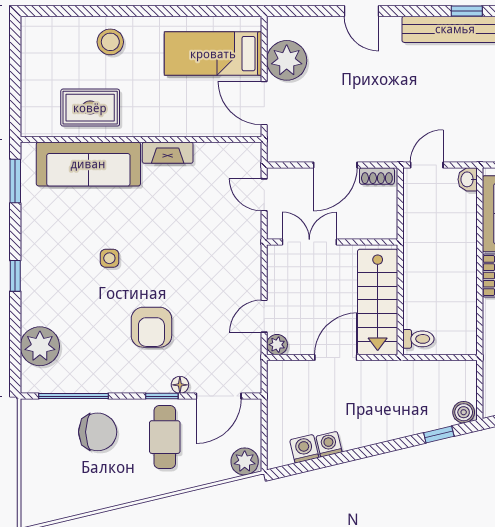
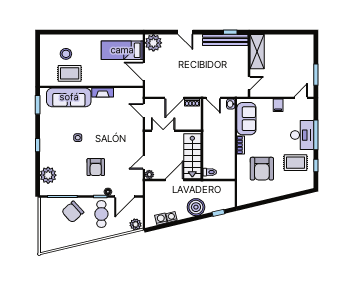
stool: (110, 42) -> (66, 54), moved
plant: (287, 60) -> (153, 43), moved
door: (427, 165) -> (213, 98), swing flipped
boiler: (464, 412) -> (196, 207), moved, width x1.86, depth x1.86
chair: (98, 432) -> (73, 212), turned 138

